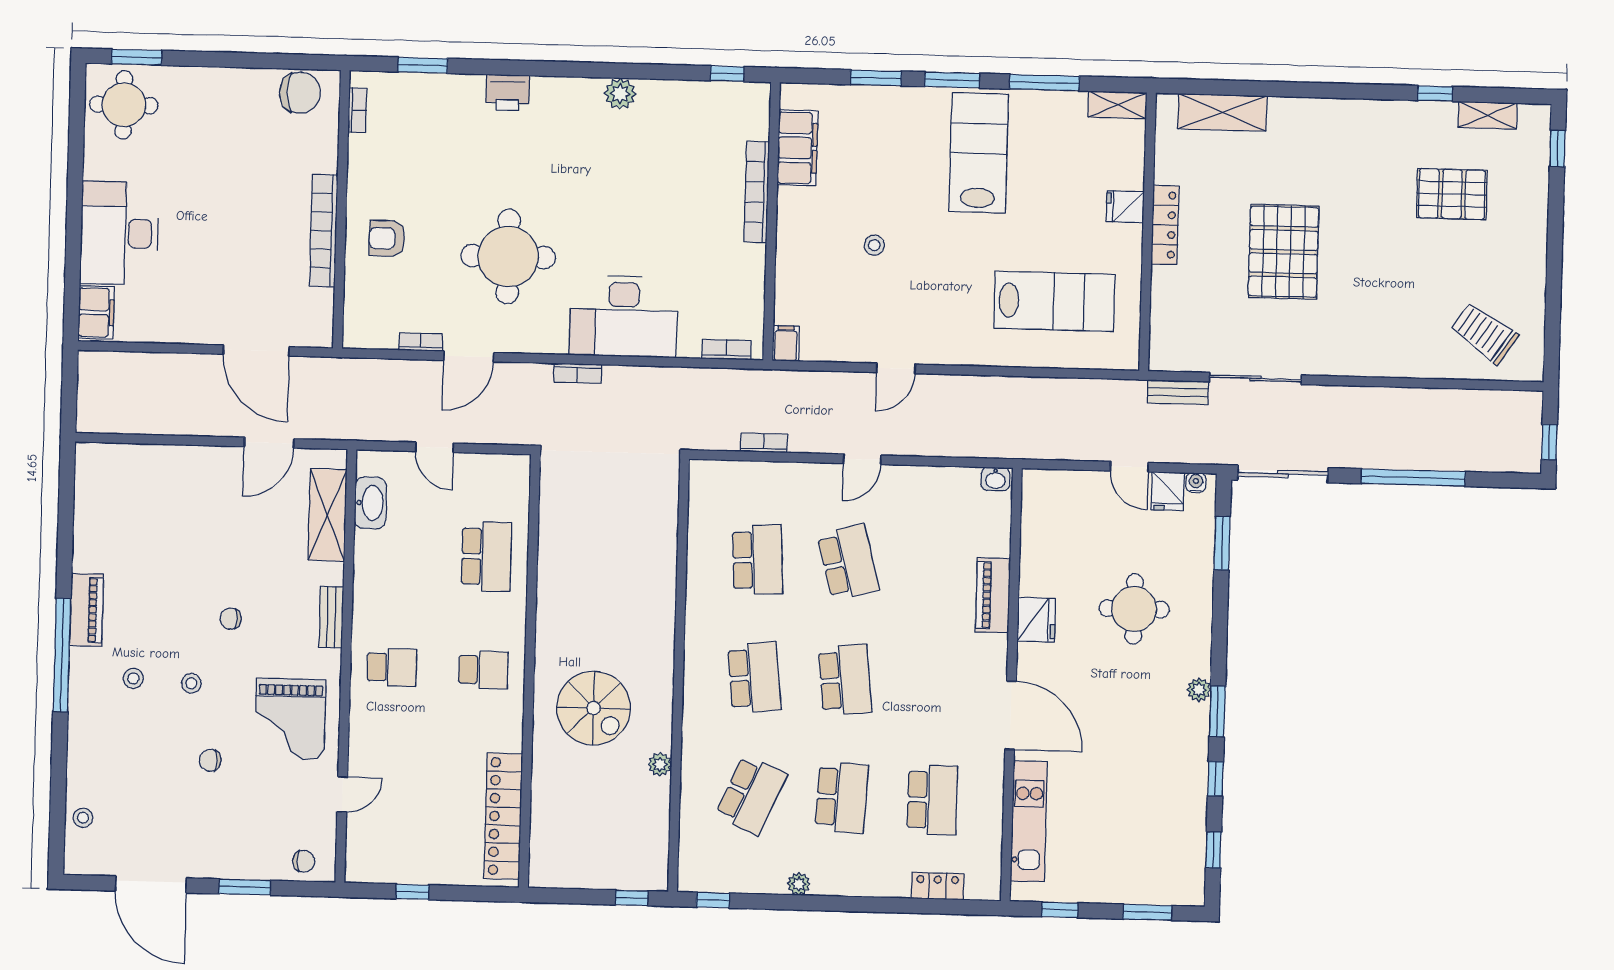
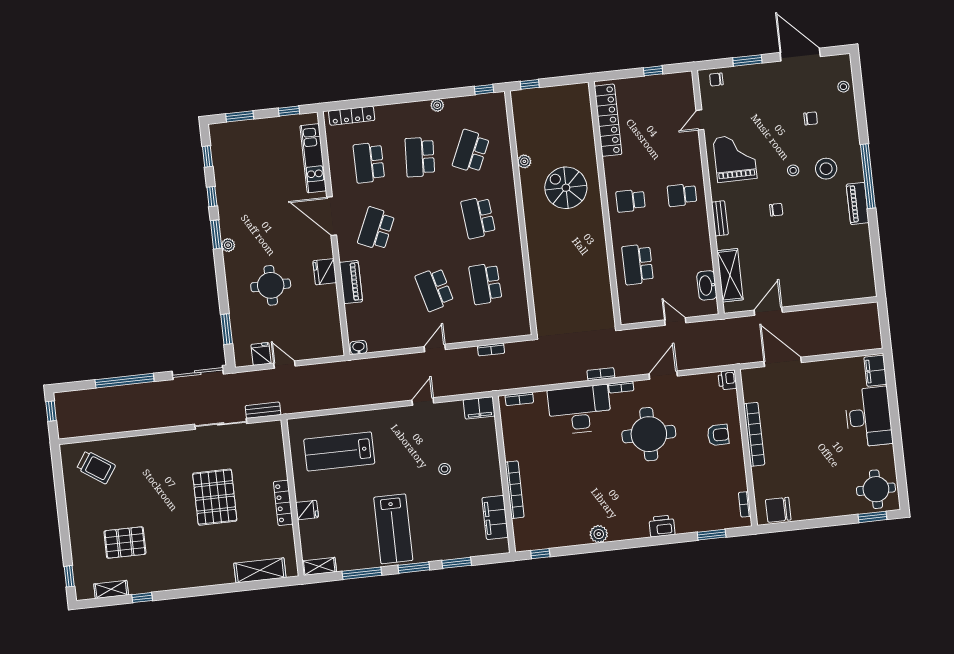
printer: (357, 332) -> (727, 380), added
bookcase: (421, 342) -> (621, 387), moved
filing cabinet: (786, 343) -> (479, 408), width x2.00
water cooler: (1196, 483) -> (246, 361), removed
stool: (133, 678) -> (826, 169), width x1.89, depth x1.89
school desk: (845, 680) -> (376, 229), moved, turned 30
chair: (210, 760) -> (811, 118), moved
locker: (938, 886) -> (352, 116), width x1.53

